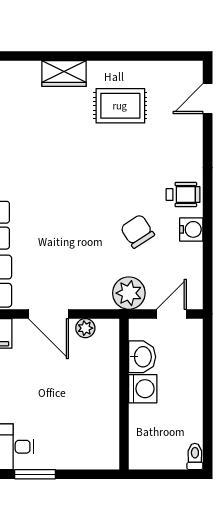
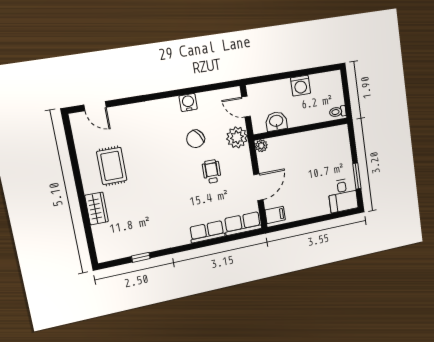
wheelchair: (183, 195) -> (212, 172), moved
plant: (85, 328) -> (261, 146), moved
washing machine: (143, 389) -> (300, 86), moved, turned 180
toilet: (195, 456) -> (338, 112), moved

